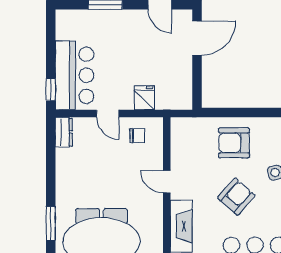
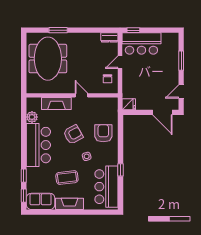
fridge: (144, 98) -> (129, 104), moved
door: (167, 182) -> (81, 95), hinge flipped
armchair: (236, 197) -> (73, 134), turned -70

